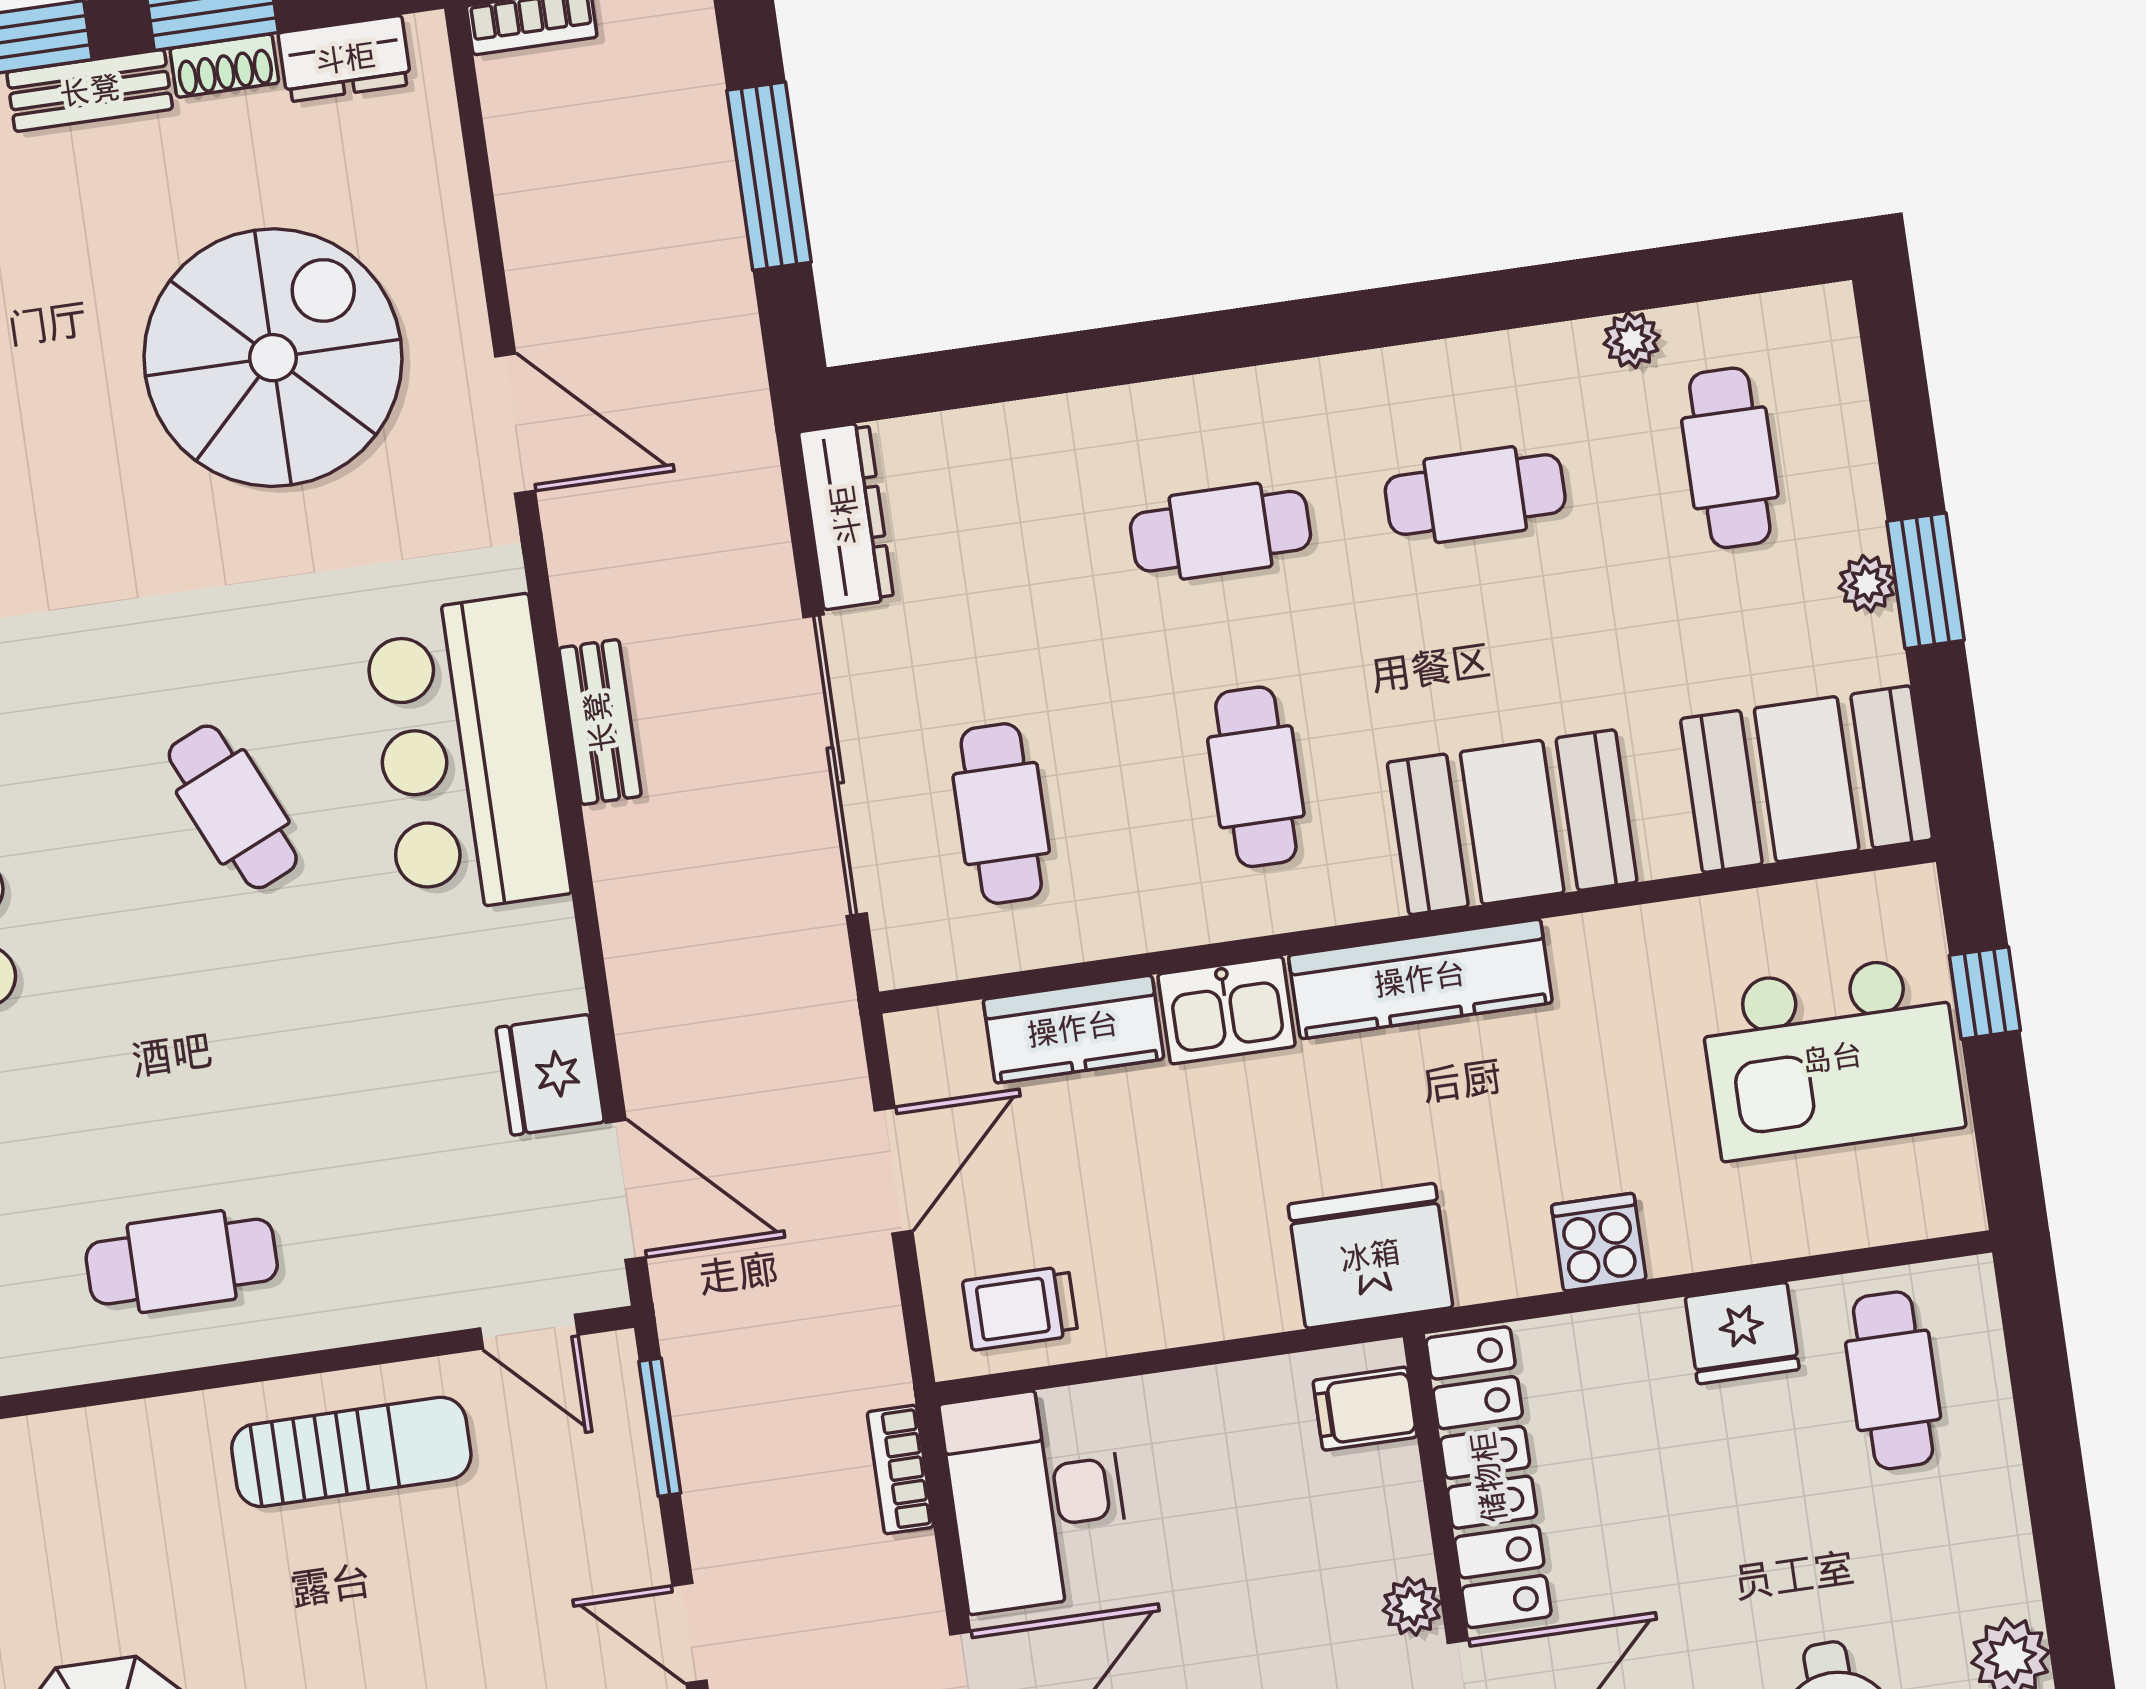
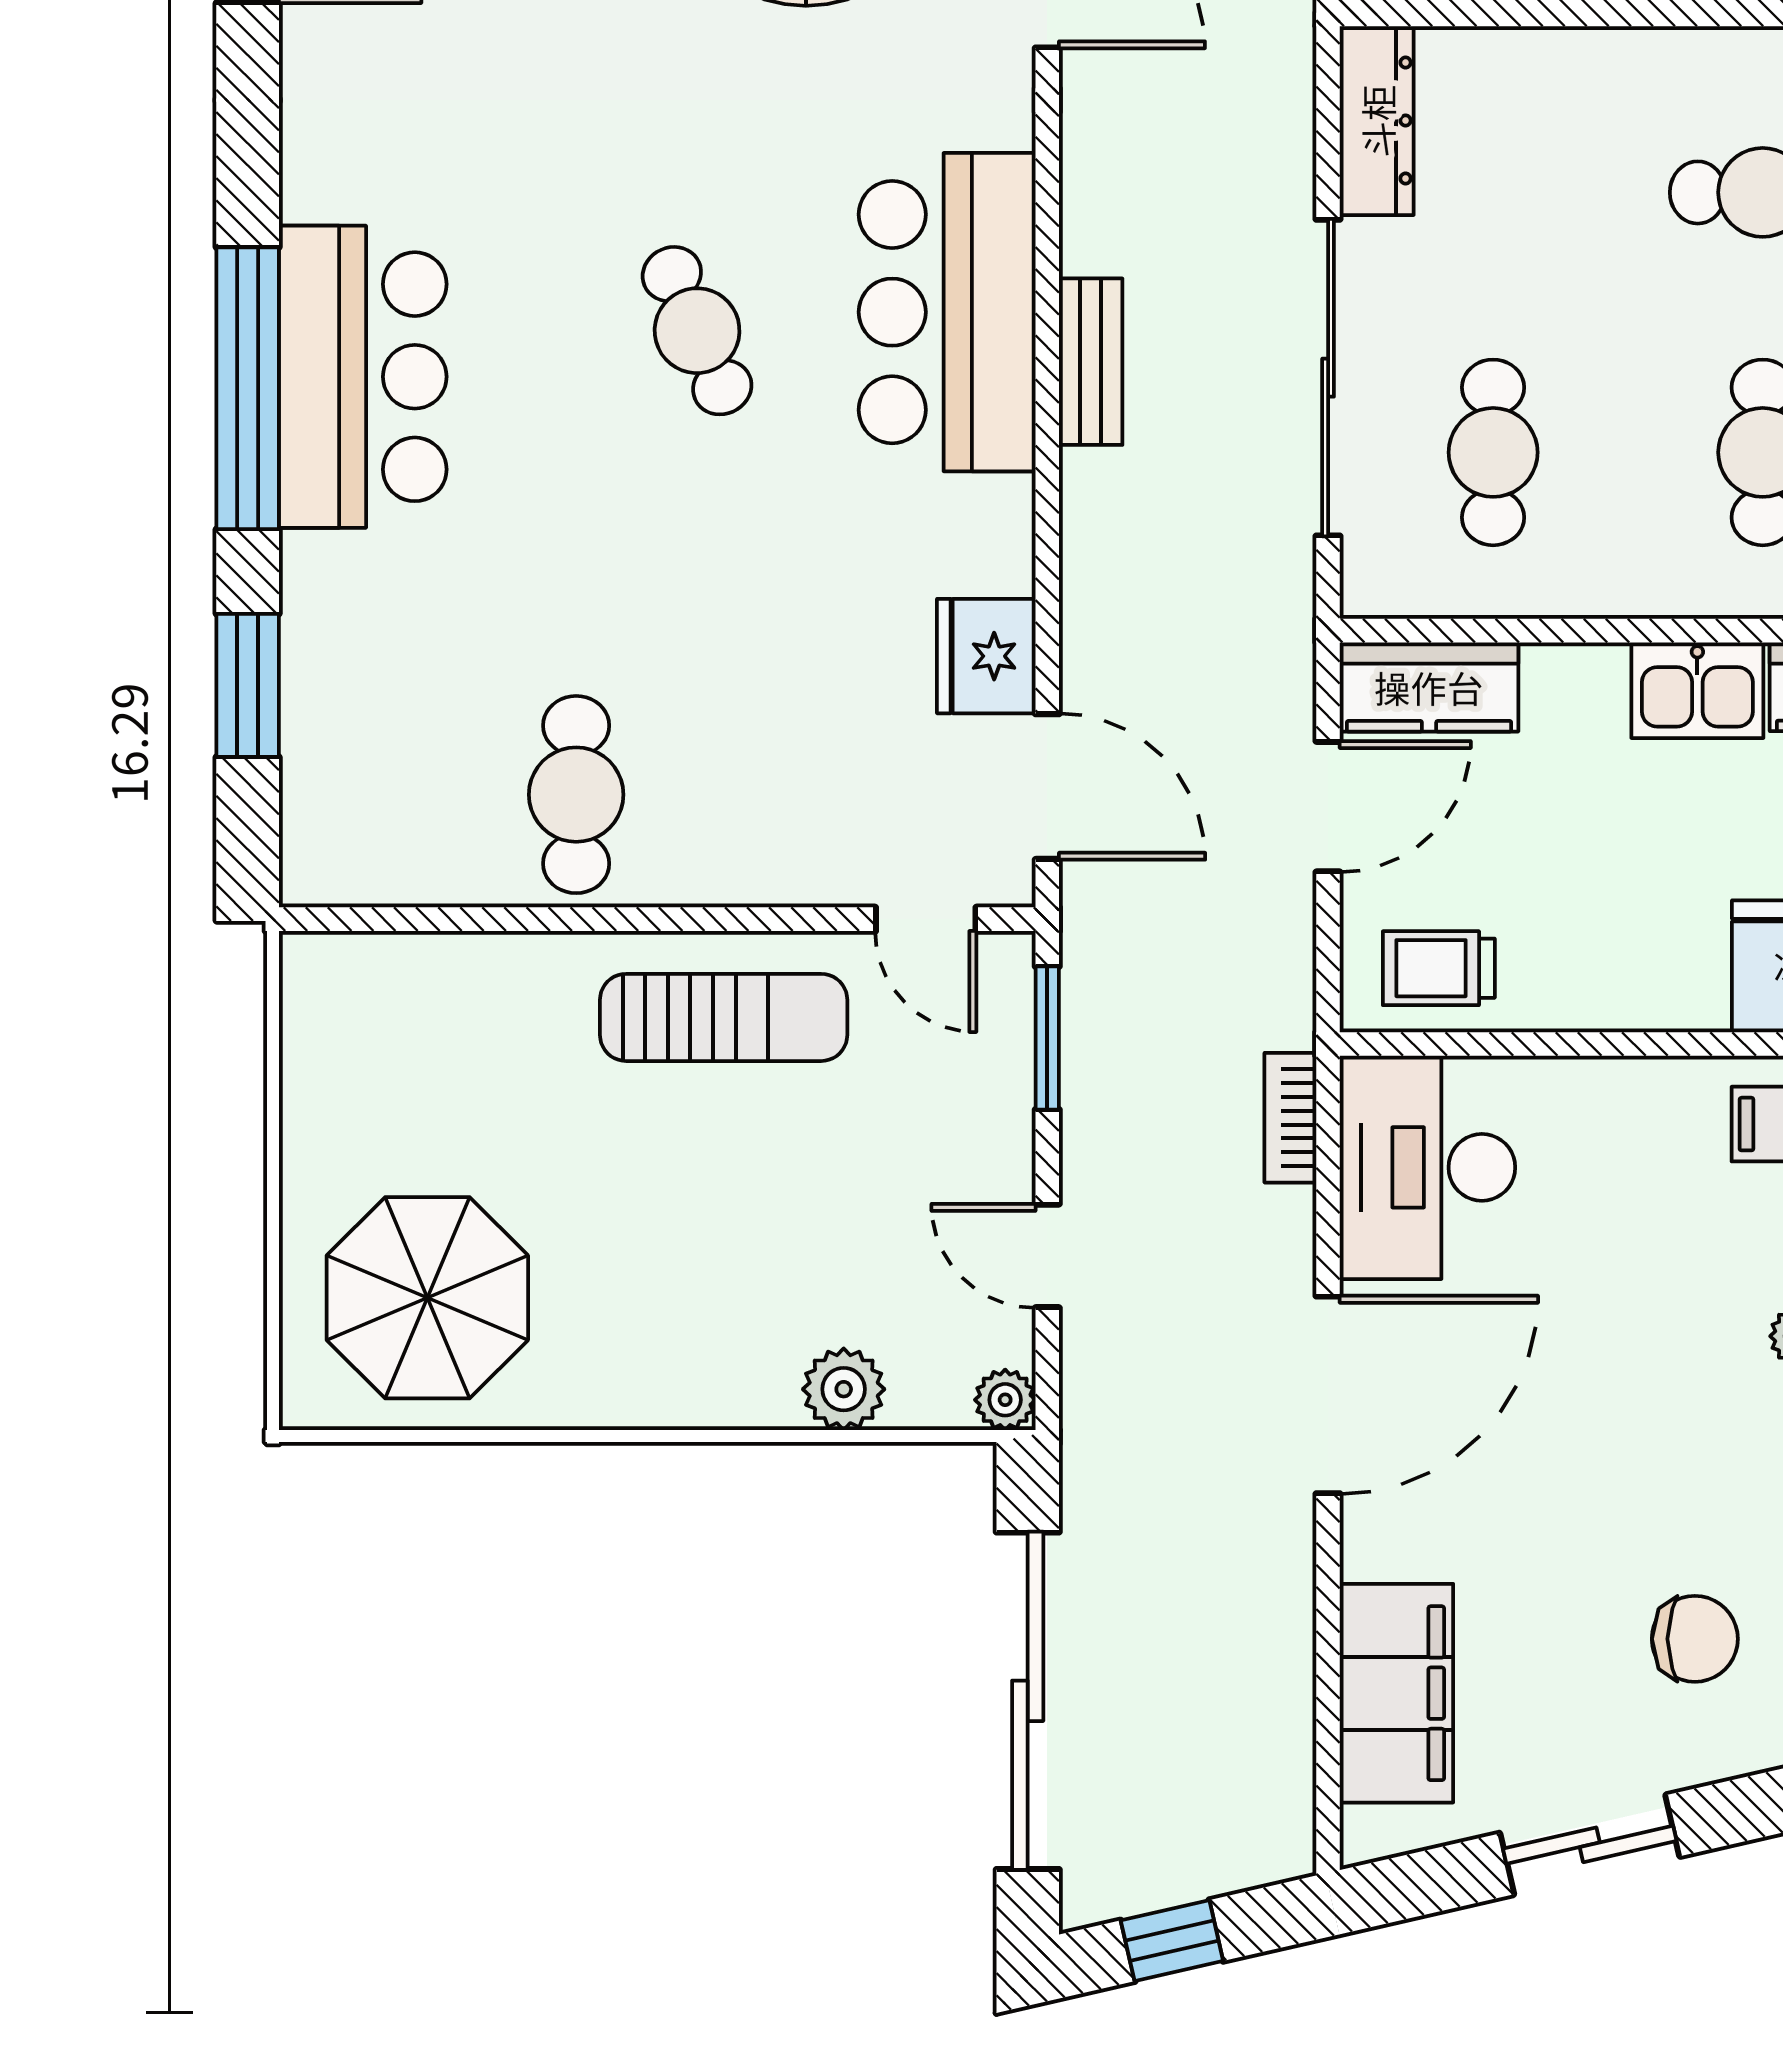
bench: (600, 722) -> (1091, 362), moved
kitchen counter: (1073, 1029) -> (1429, 687), moved
cafe table: (182, 1262) -> (576, 795), turned 90

